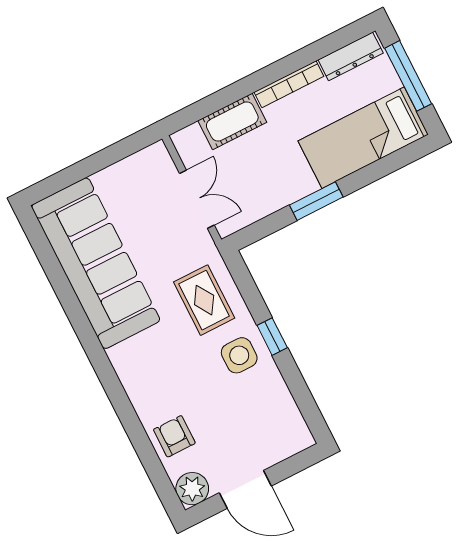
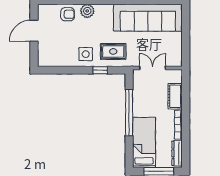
double door: (197, 199) -> (153, 68), swing flipped
window: (316, 201) -> (129, 113), width x2.11
window: (272, 337) -> (100, 70), moved
plant: (192, 489) -> (87, 11), moved

